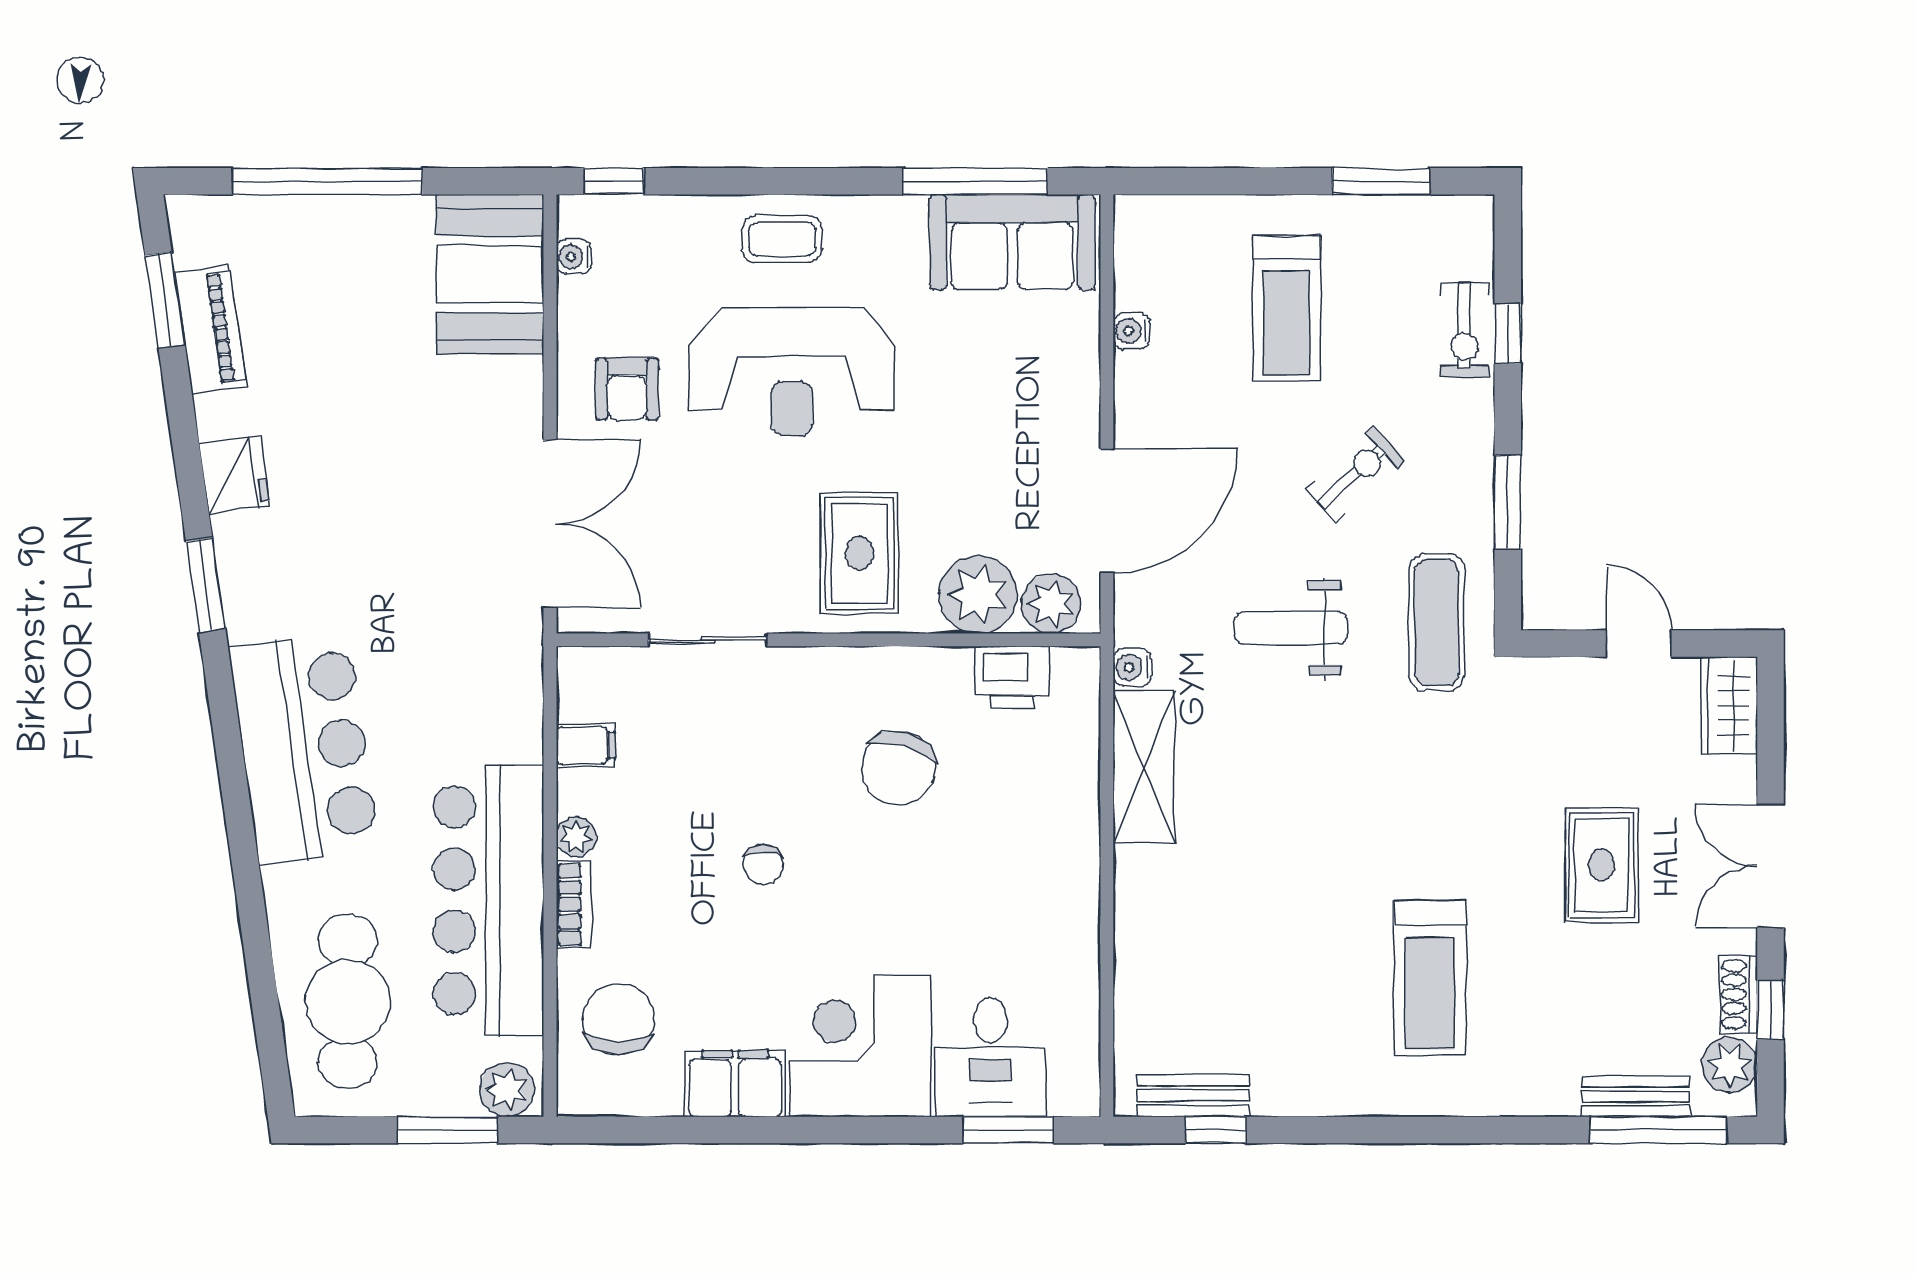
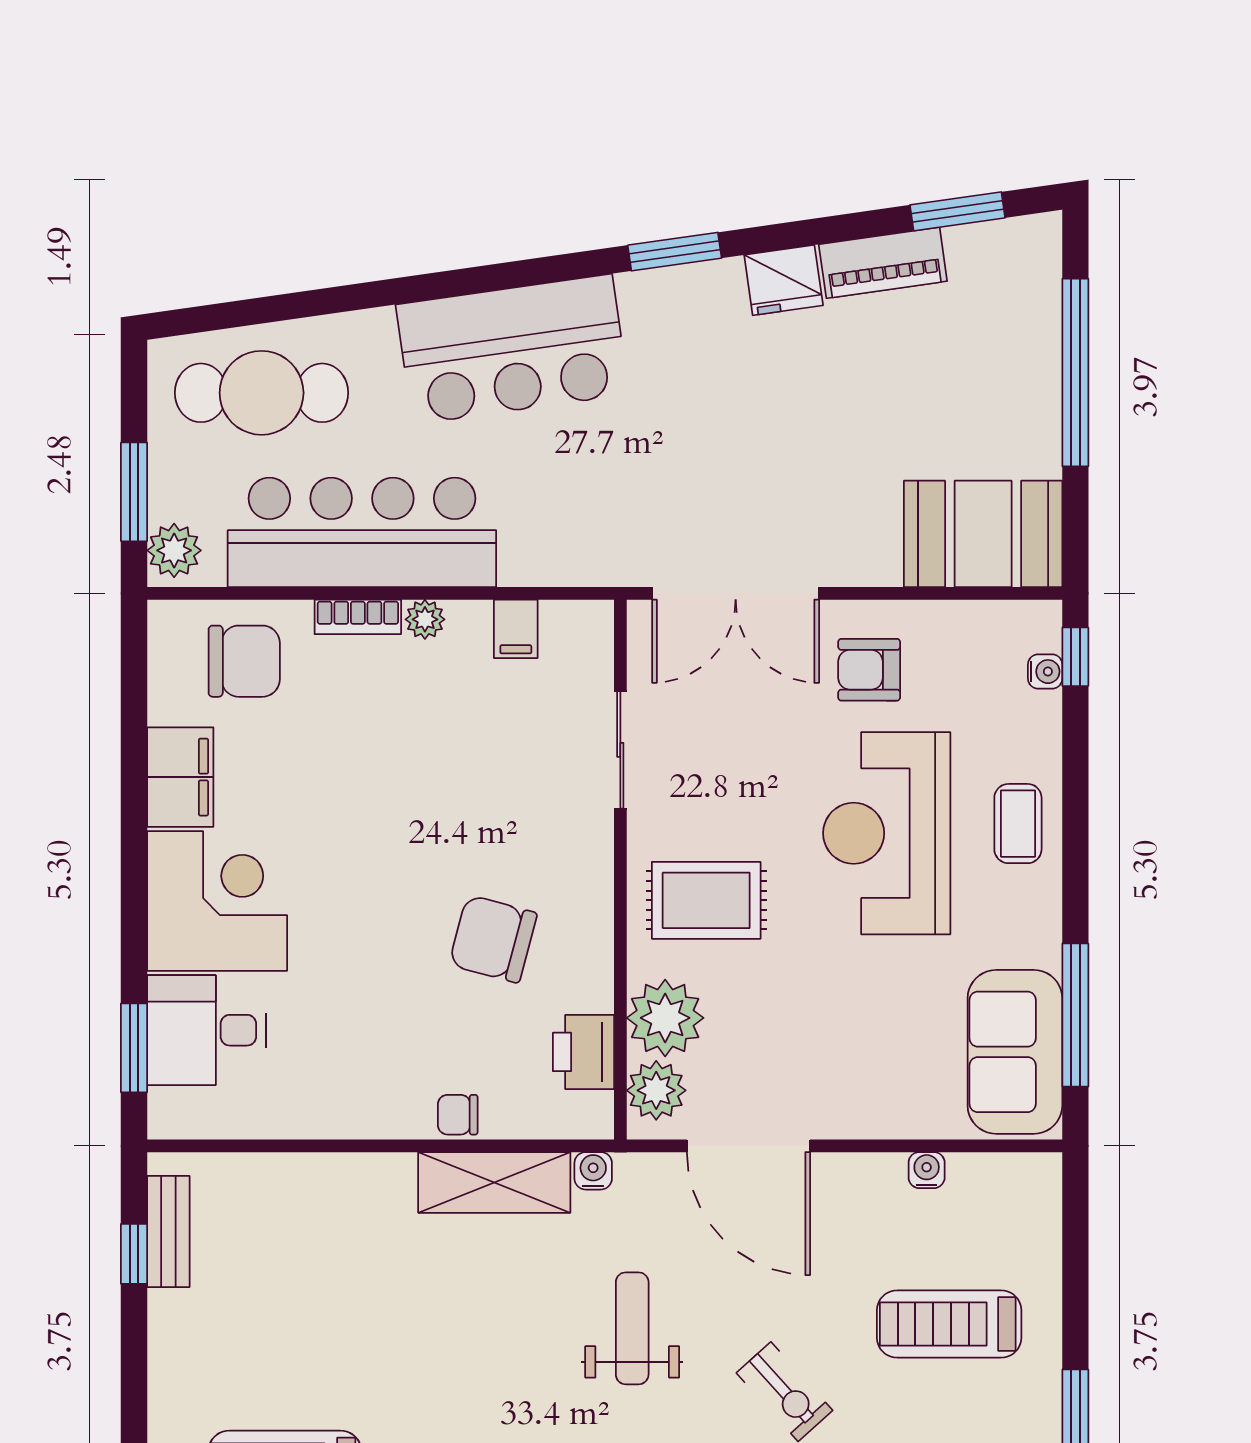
water cooler: (574, 257) -> (1045, 672), moved, turned 90
piano: (210, 329) -> (883, 263), moved
chair: (763, 864) -> (458, 1115), moved

